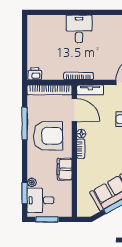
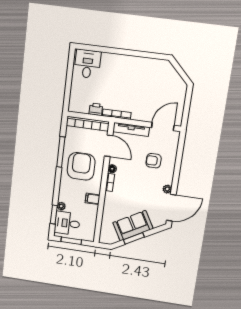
desk: (79, 29) -> (87, 64), moved
printer: (35, 74) -> (96, 109), moved
tv unit: (90, 90) -> (131, 130), width x1.41
armchair: (48, 136) -> (81, 166), turned -90
filing cabinet: (65, 169) -> (93, 199), width x0.50

